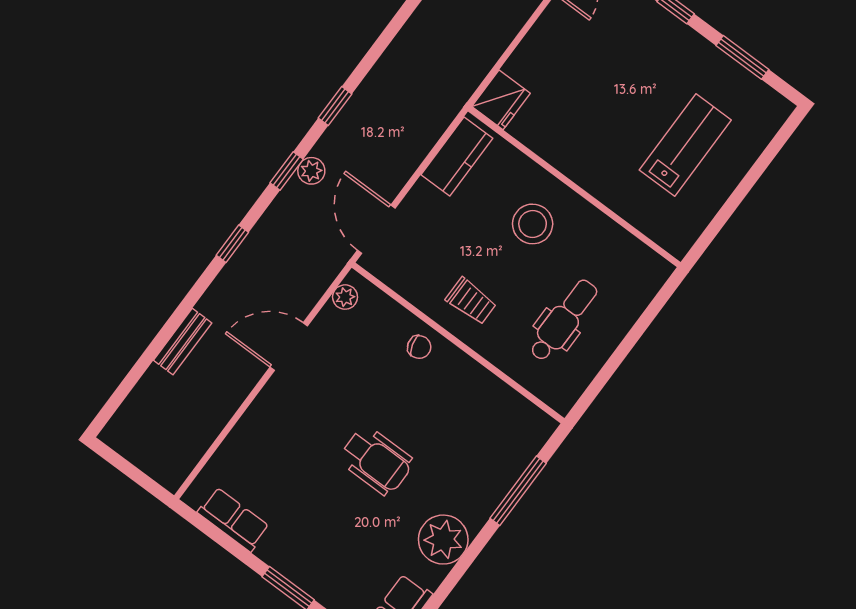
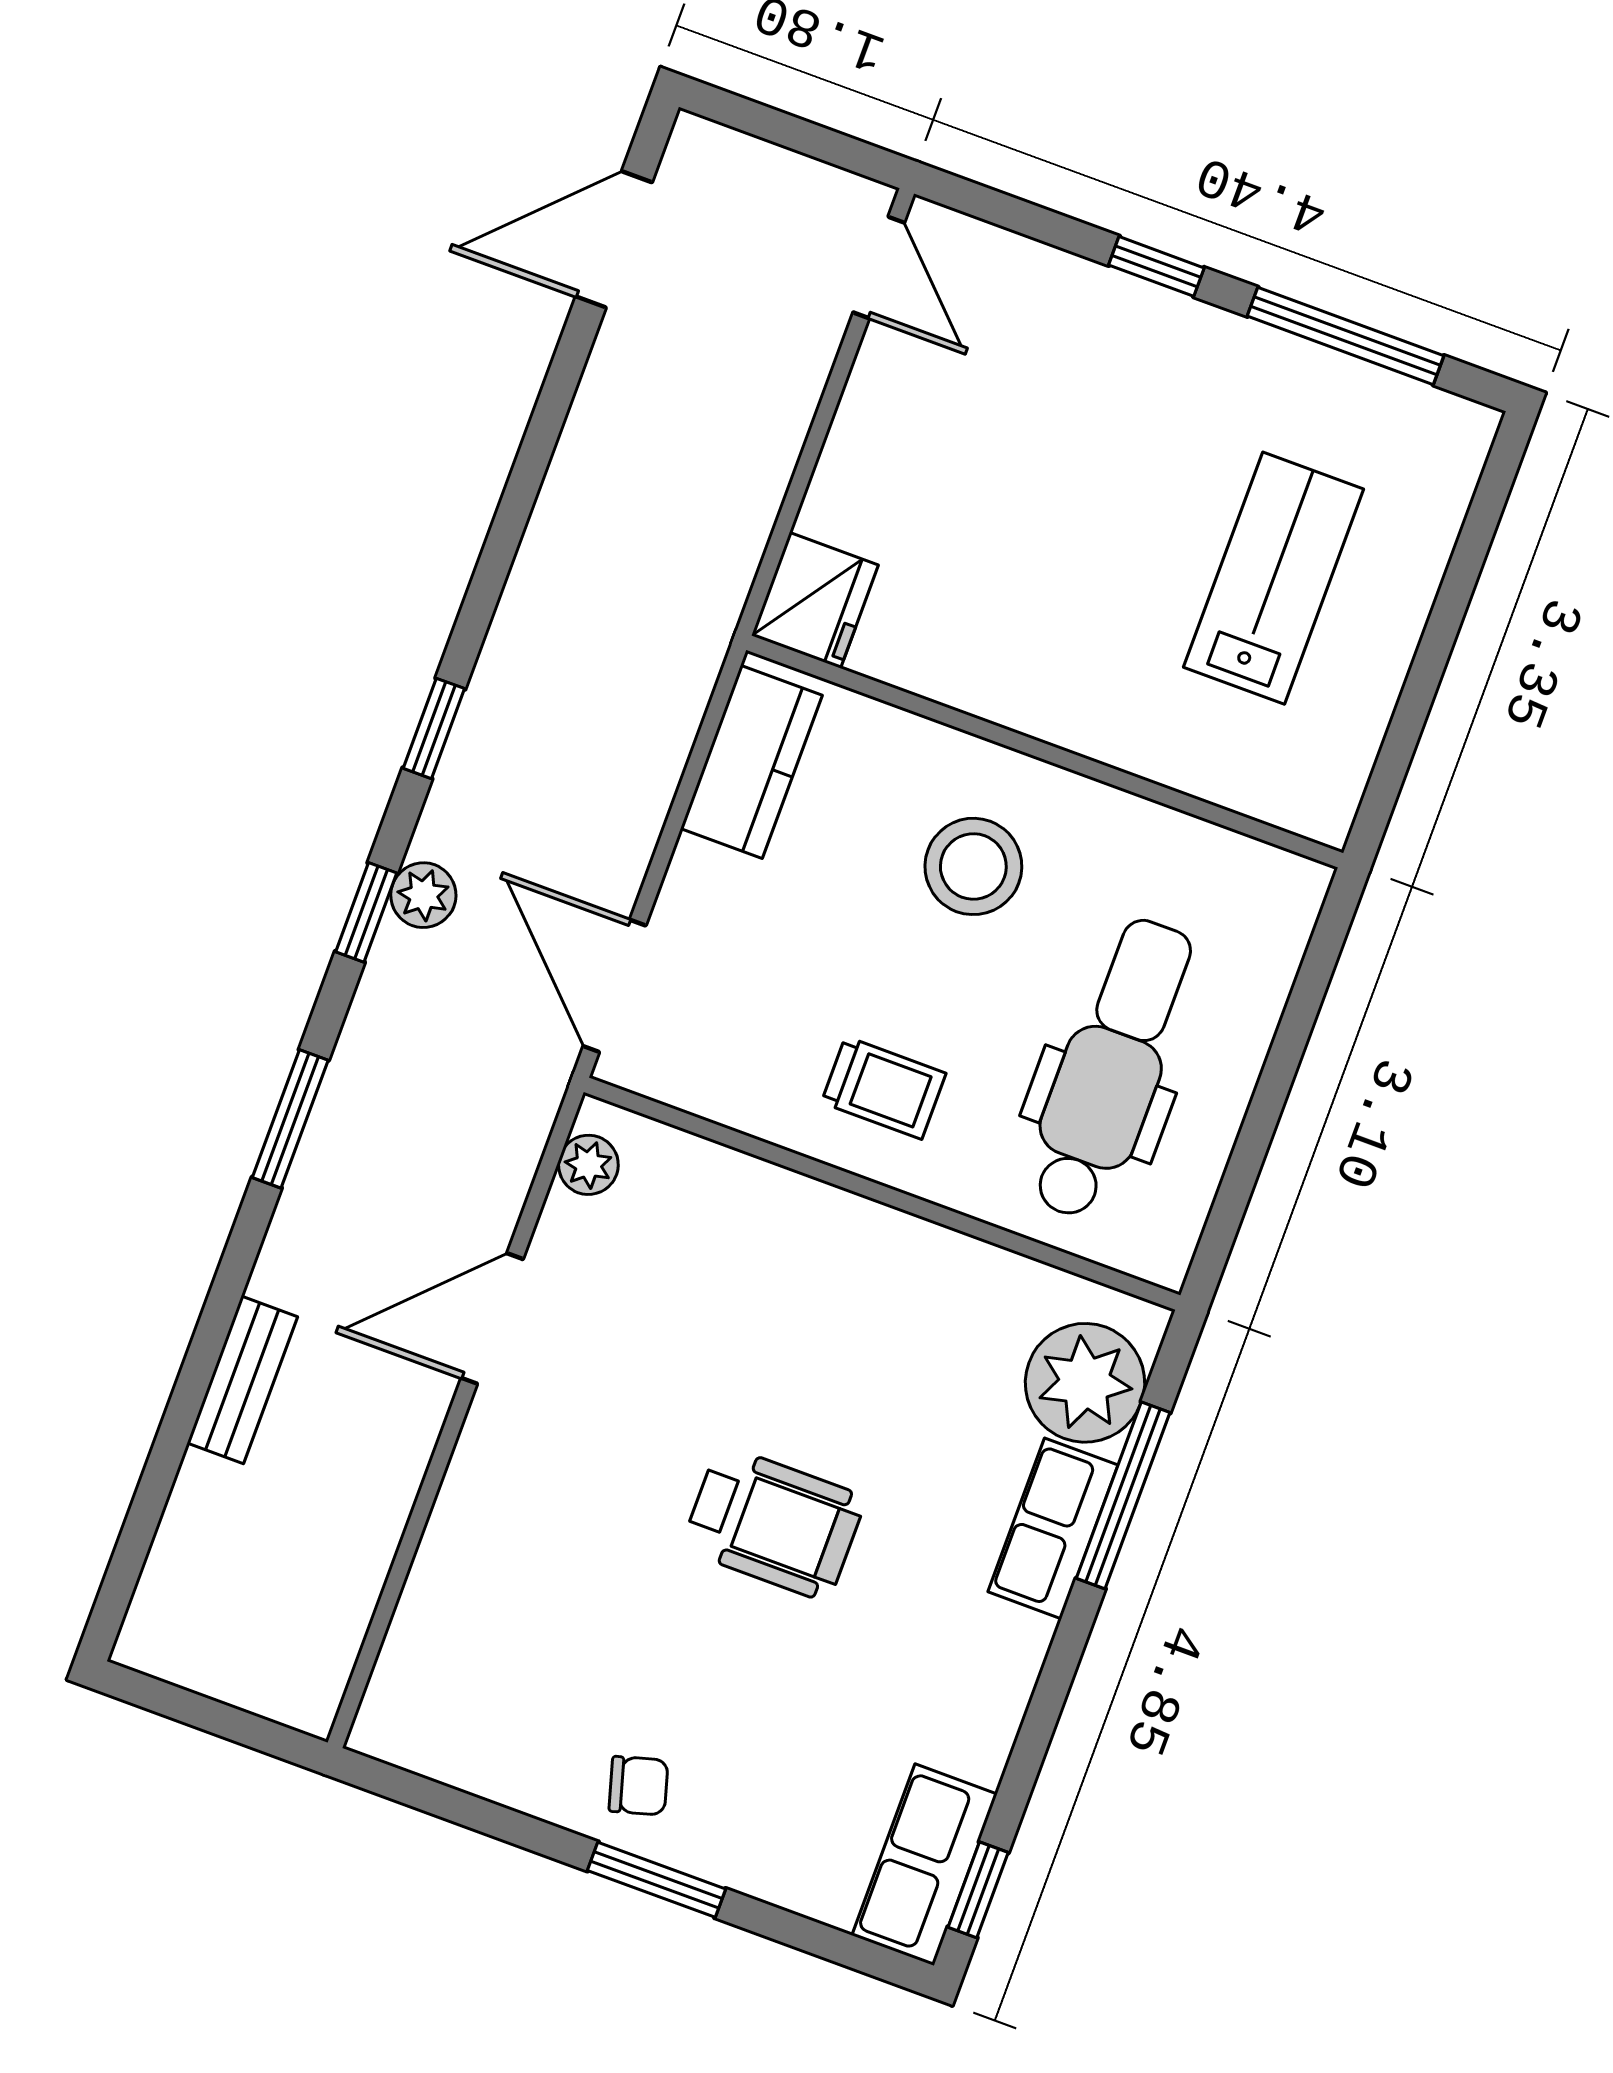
window: (742, 57) -> (1346, 336), width x1.44
window: (232, 244) -> (290, 1119), width x1.50
dental chair: (563, 320) -> (1111, 1069), width x1.36, depth x1.38
chair: (419, 347) -> (638, 1786), moved
row of seats: (233, 519) -> (1053, 1528), moved, turned -90
plant: (443, 540) -> (1085, 1383), moved

